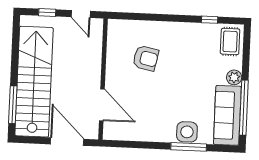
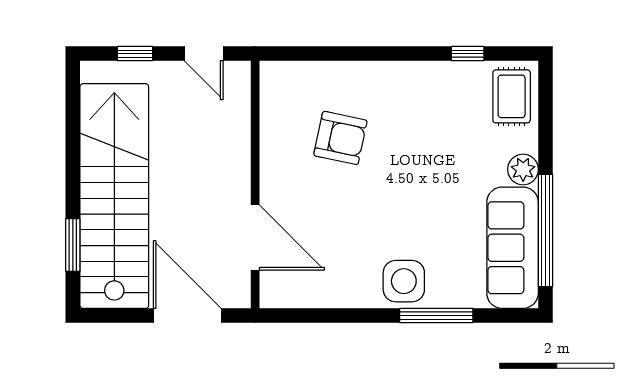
window: (13, 105) -> (73, 245), width x0.69
side table: (187, 132) -> (404, 281), moved

